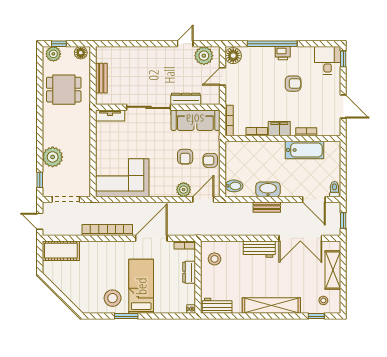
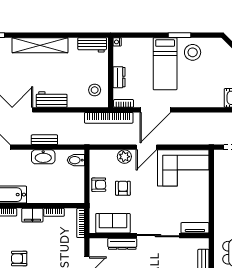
sofa: (195, 120) -> (113, 223), width x0.73
door: (203, 199) -> (146, 147), moved
bookcase: (107, 230) -> (109, 118), moved

